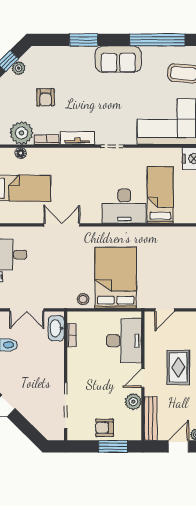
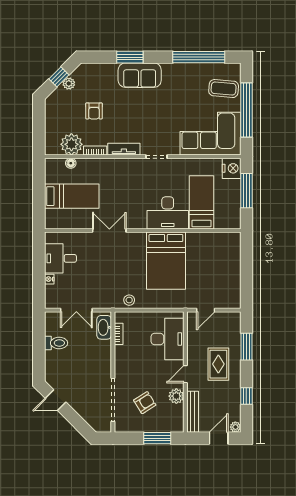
sofa: (118, 59) -> (140, 75), moved
bed: (116, 278) -> (166, 261), moved, turned 180
armchair: (104, 428) -> (145, 403), moved, turned 148

